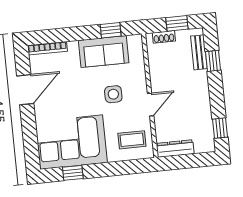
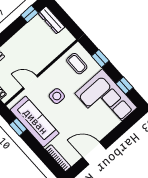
sofa: (104, 51) -> (35, 122), width x1.36
door: (151, 105) -> (30, 82), moved
dresser: (175, 149) -> (51, 20), moved
window: (120, 168) -> (100, 58), added

